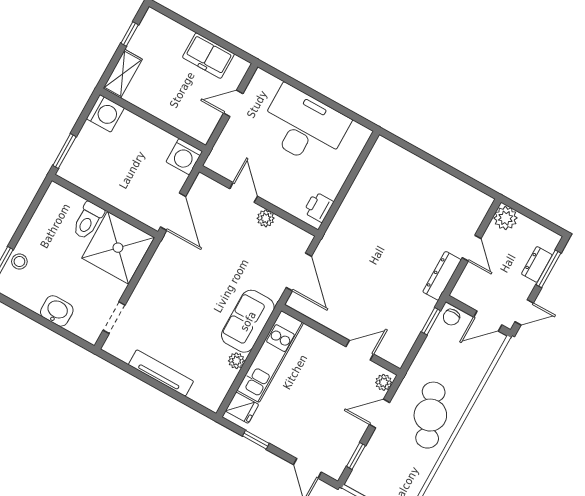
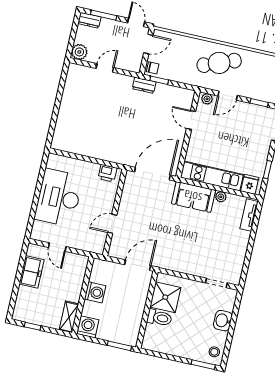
shelving: (123, 74) -> (69, 317), moved, turned 90
washing machine: (184, 157) -> (95, 292), moved
plant: (266, 218) -> (125, 205), removed
shower: (118, 248) -> (165, 297), width x0.73, depth x0.73
stool: (19, 262) -> (214, 352), moved
dresser: (537, 264) -> (89, 20), moved
door: (299, 272) -> (152, 174), width x1.36
dresser: (442, 276) -> (144, 85), moved, width x0.70
door: (488, 321) -> (148, 44), hinge flipped
tv unit: (161, 373) -> (249, 215), moved, width x0.71
door: (380, 413) -> (228, 96), hinge flipped

